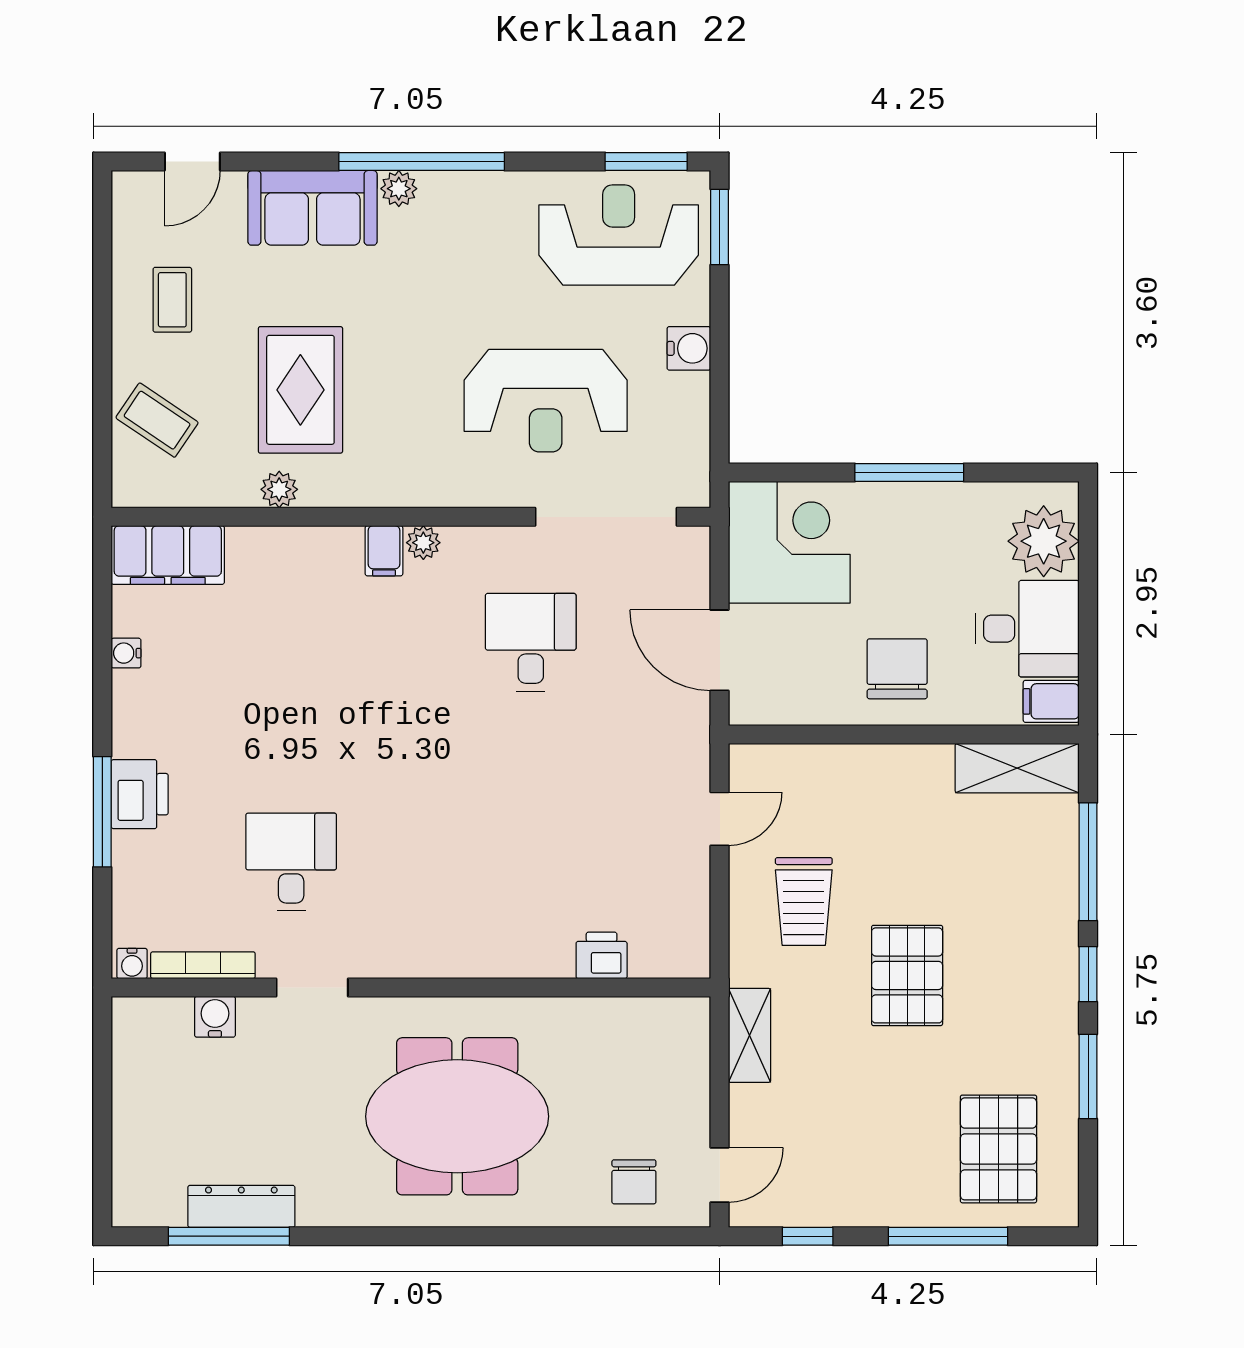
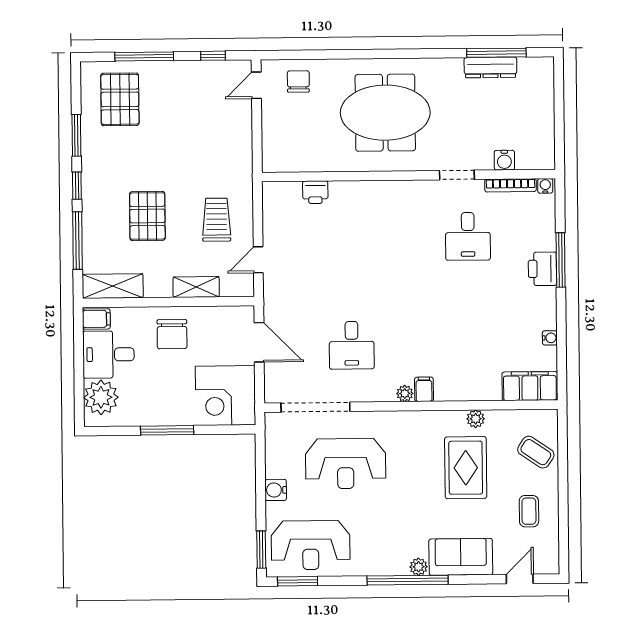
reception desk: (546, 401) -> (346, 464), turned 180
pallet: (907, 975) -> (147, 216), moved
shelving: (750, 1035) -> (196, 287), moved, turned 90

